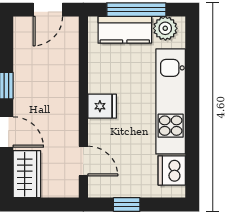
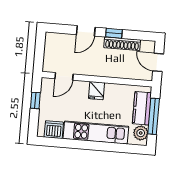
shoe rack: (22, 71) -> (122, 44), added
wardrobe: (27, 174) -> (59, 41), removed

